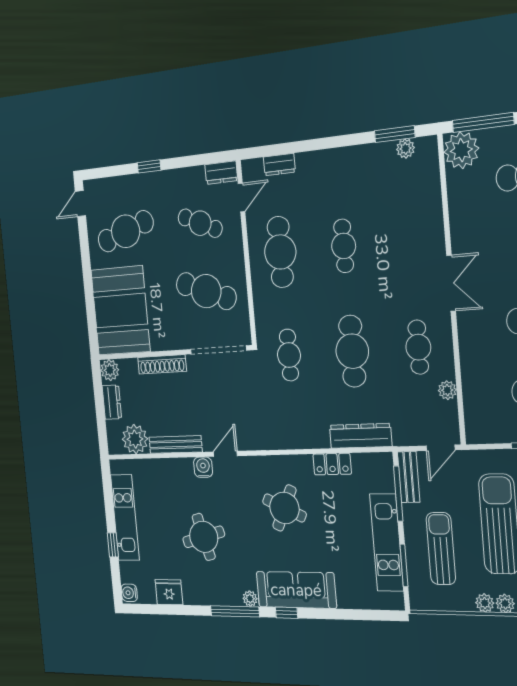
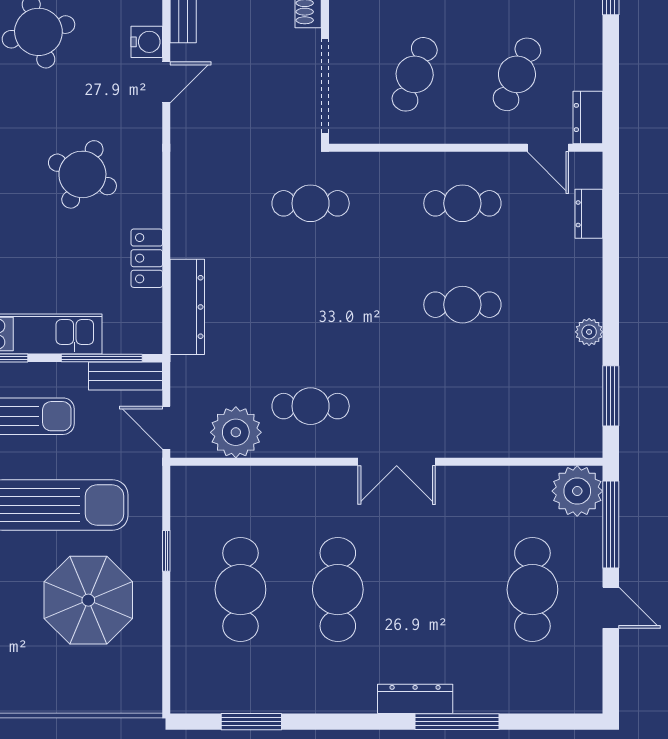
plant: (405, 148) -> (589, 332), moved
cafe table: (280, 252) -> (462, 203), width x0.73, depth x0.74
cafe table: (206, 291) -> (415, 74), width x0.73, depth x0.74
cafe table: (352, 351) -> (311, 305), removed
plant: (447, 390) -> (236, 432), width x1.88, depth x1.88
door: (225, 454) -> (166, 82), hinge flipped

